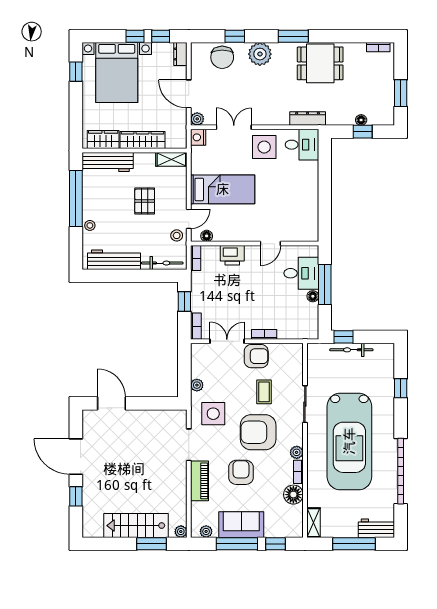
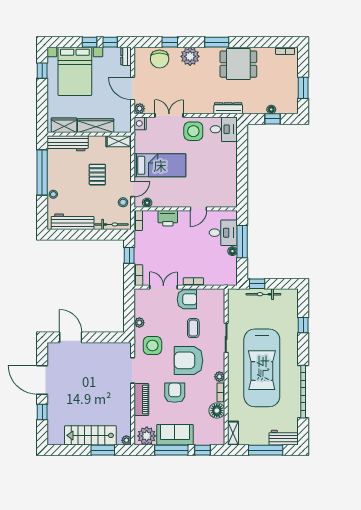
plant: (206, 531) -> (147, 436), width x1.88, depth x1.88

